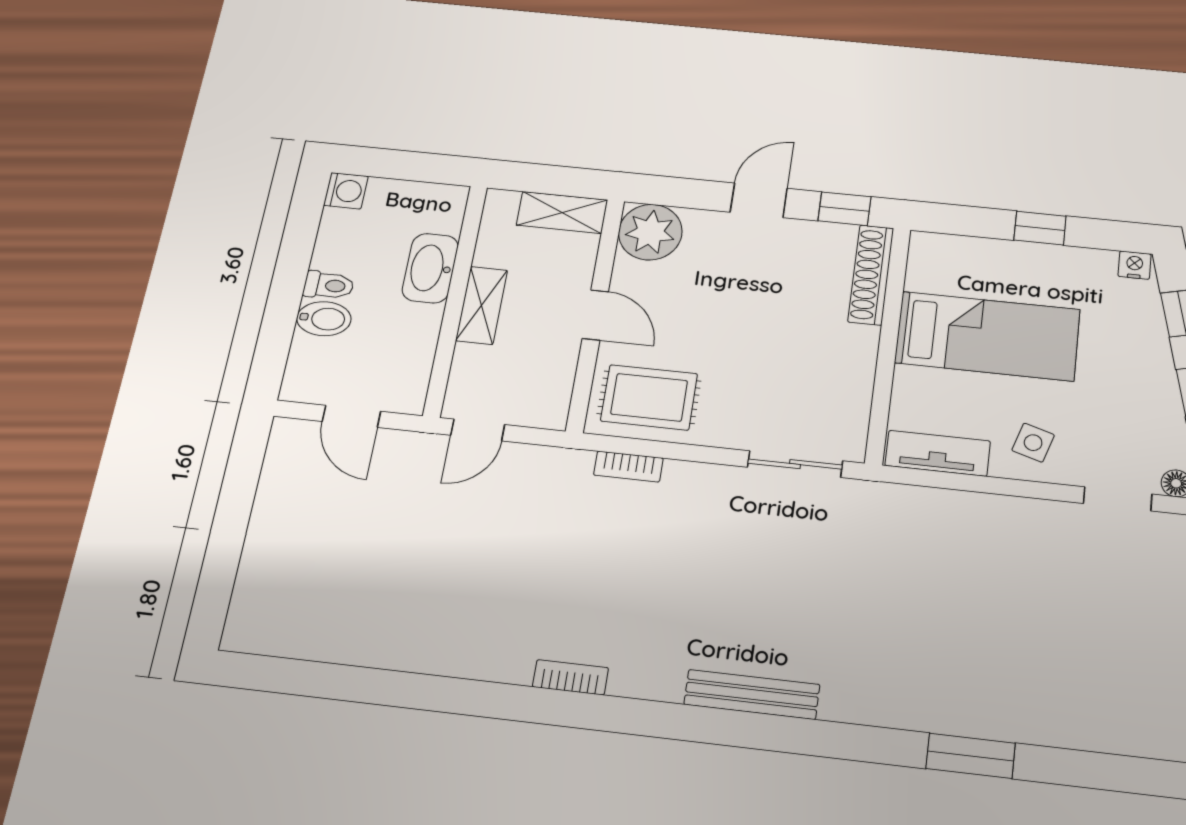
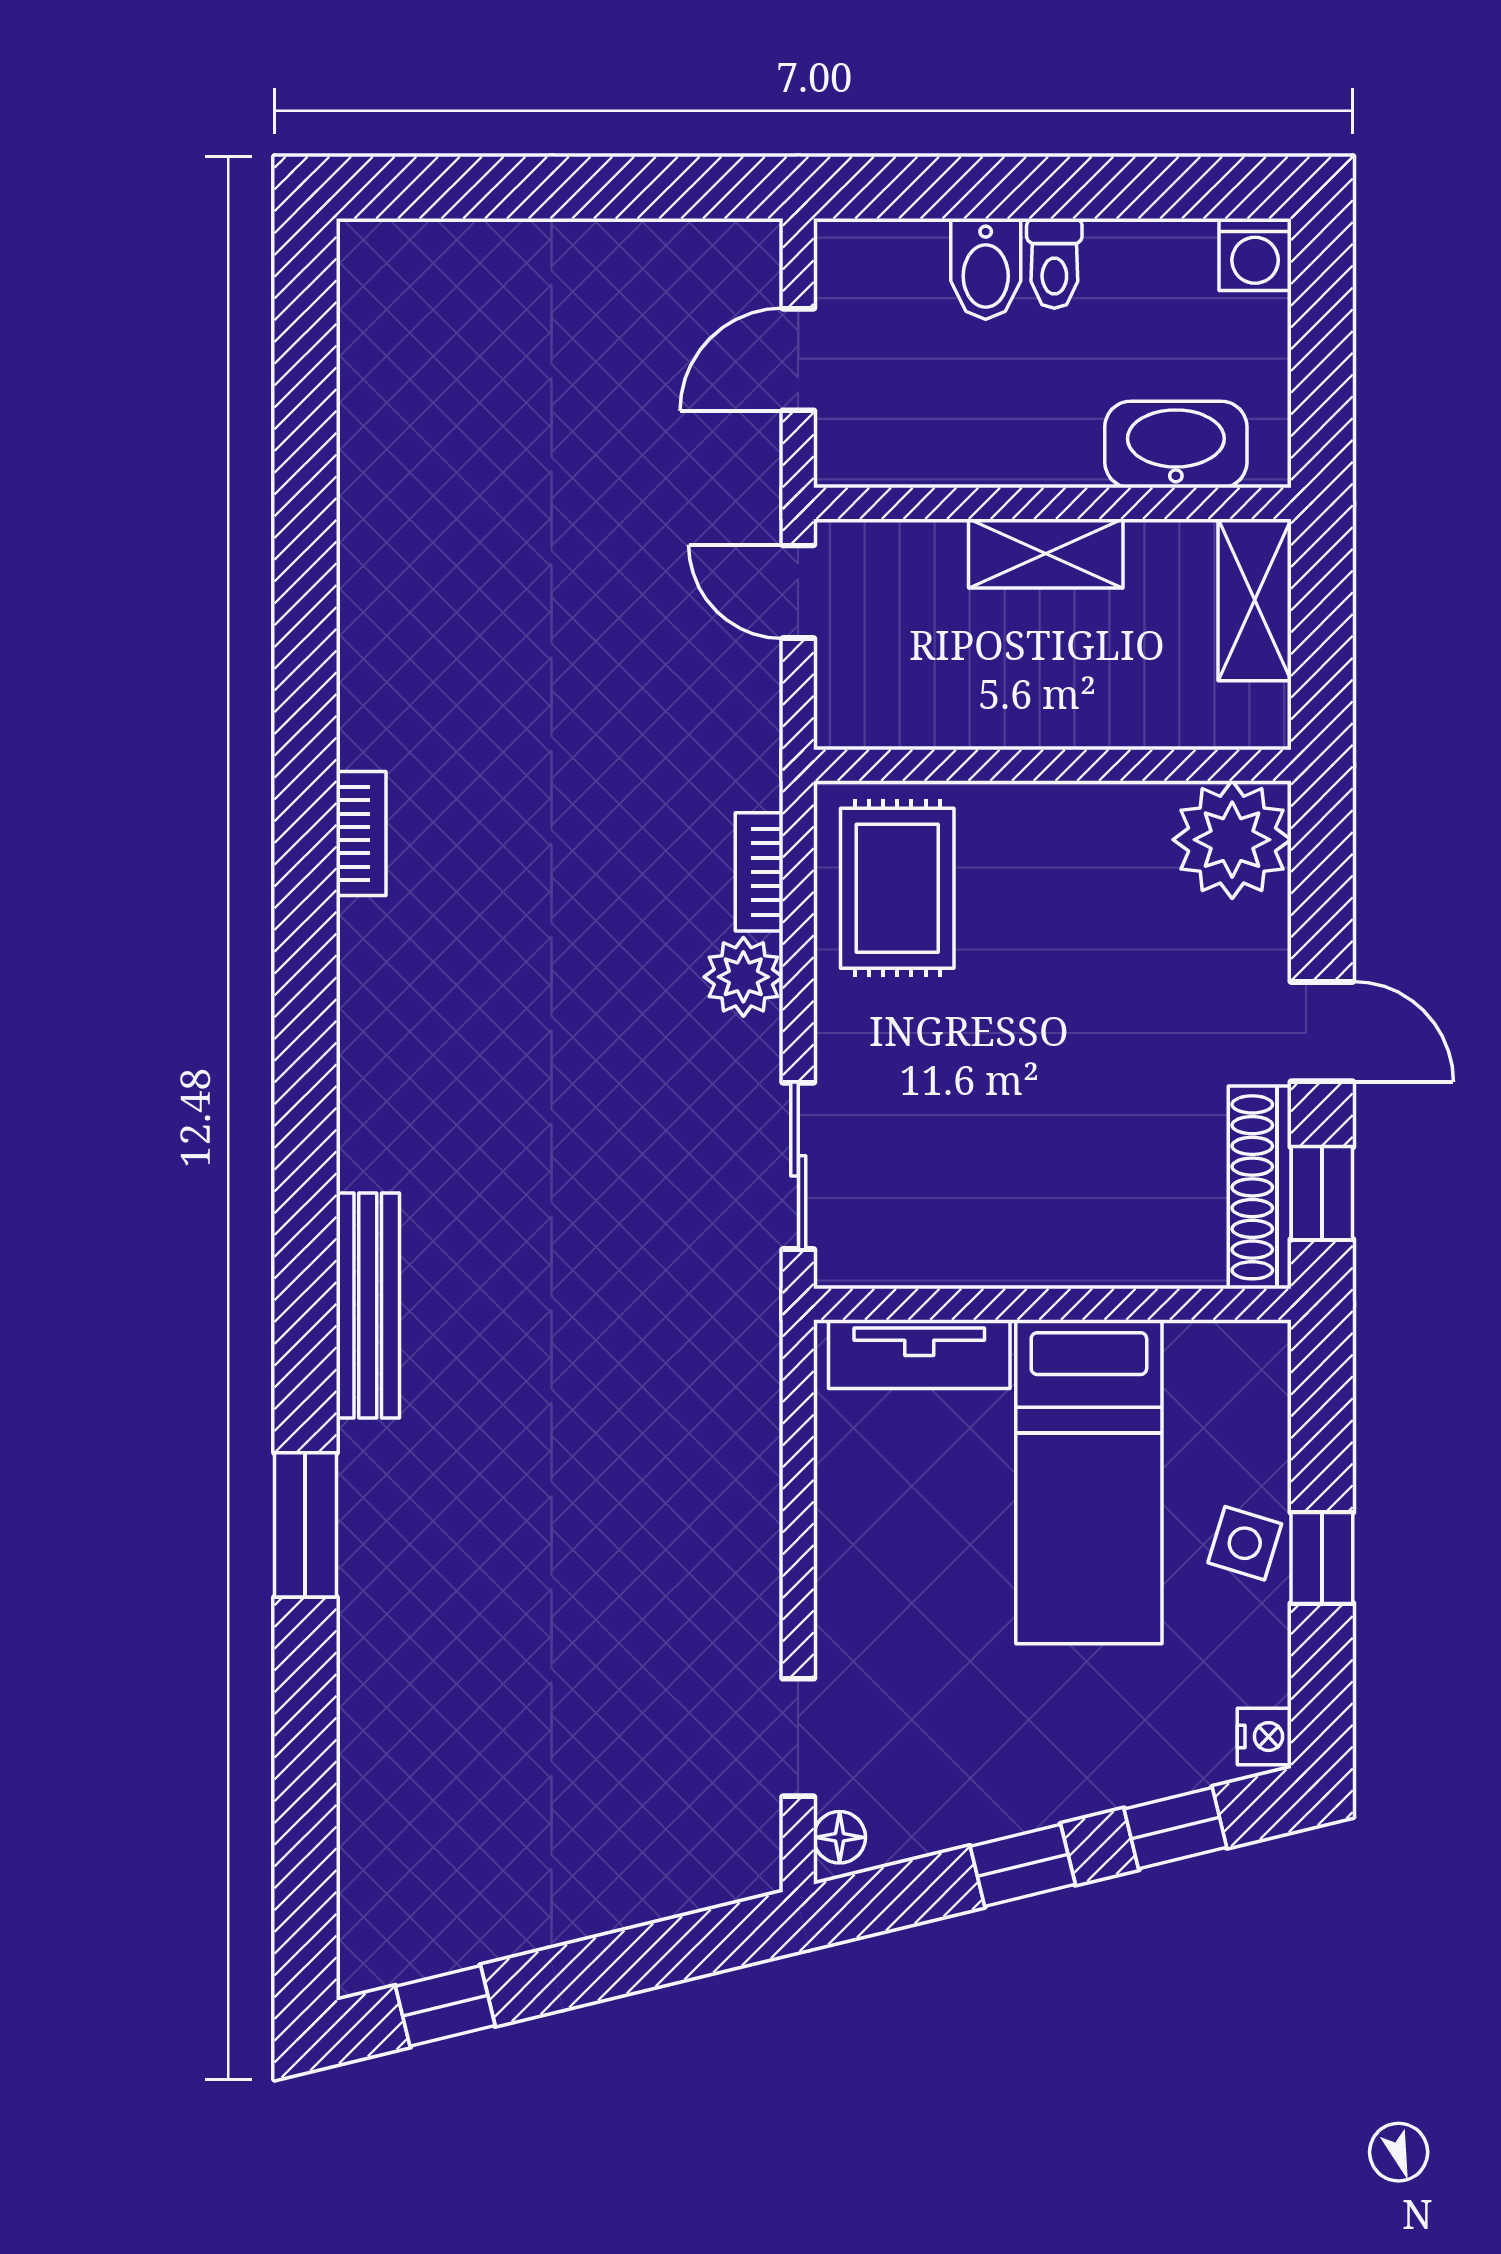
shelving: (562, 213) -> (1255, 600), moved
washbasin: (430, 268) -> (1176, 445), moved
shoe rack: (871, 275) -> (1260, 1187), moved, turned -90
door: (595, 315) -> (1050, 765), removed
side table: (1033, 443) -> (1245, 1543), moved
tv unit: (938, 453) -> (919, 1354), moved, turned 90
plant: (685, 481) -> (743, 977), added
bench: (752, 694) -> (368, 1306), moved

